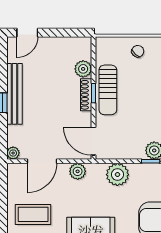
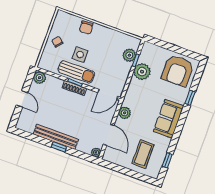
door: (27, 33) -> (22, 99), moved
plant: (83, 69) -> (39, 78), moved
side table: (132, 86) -> (80, 55), added
plant: (117, 175) -> (142, 72), moved

